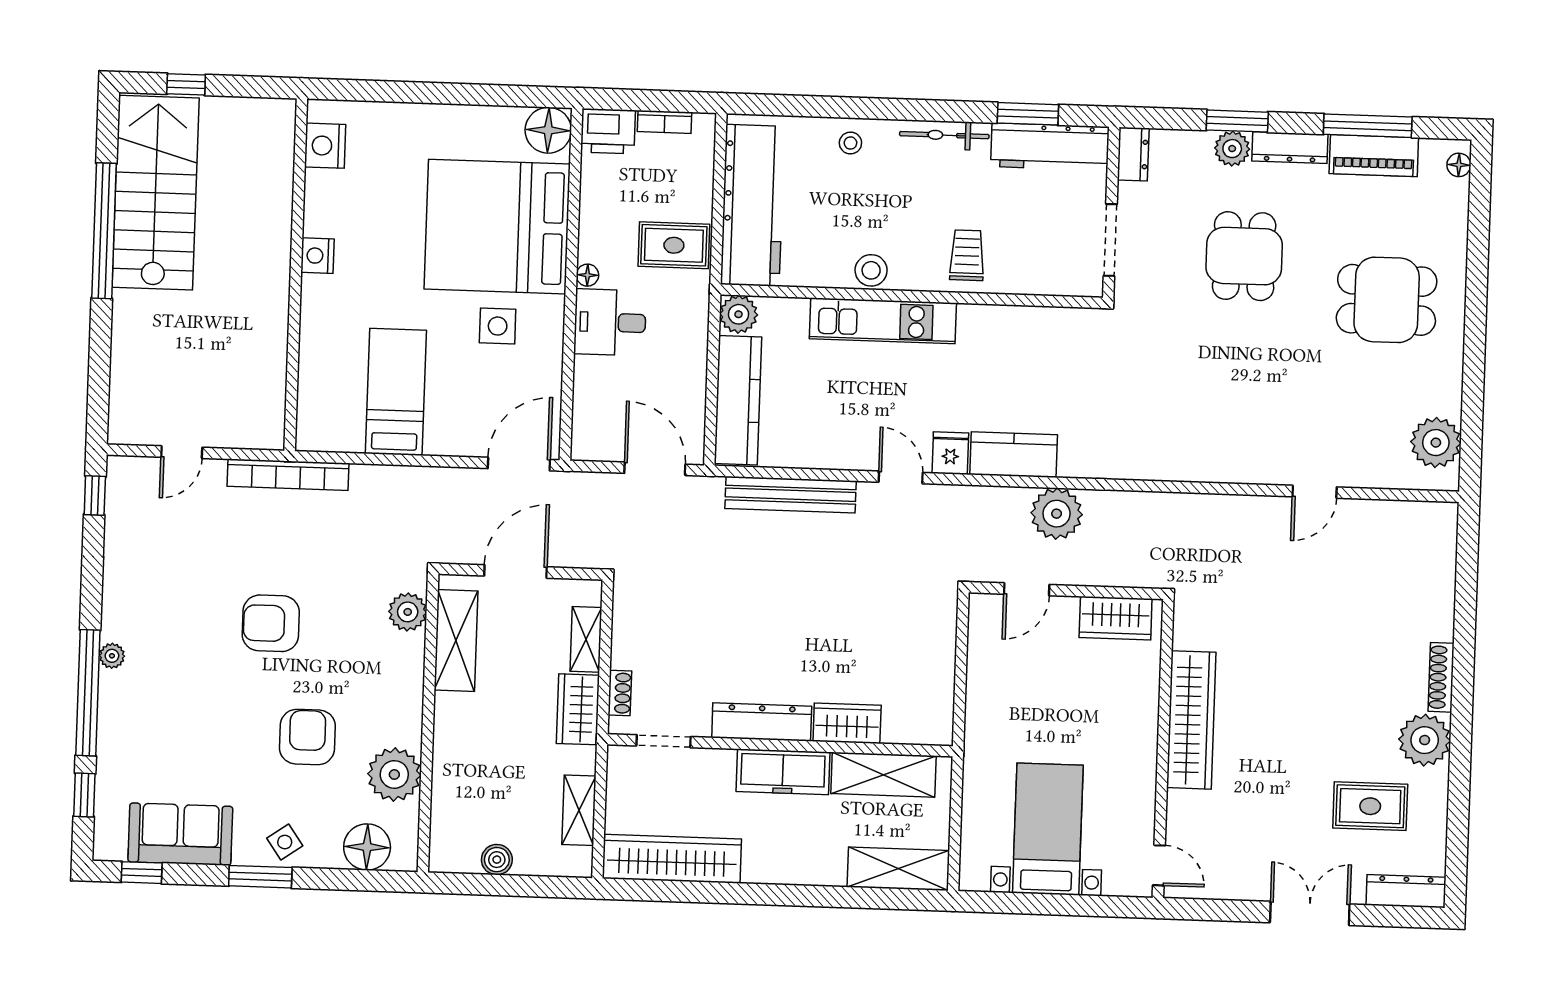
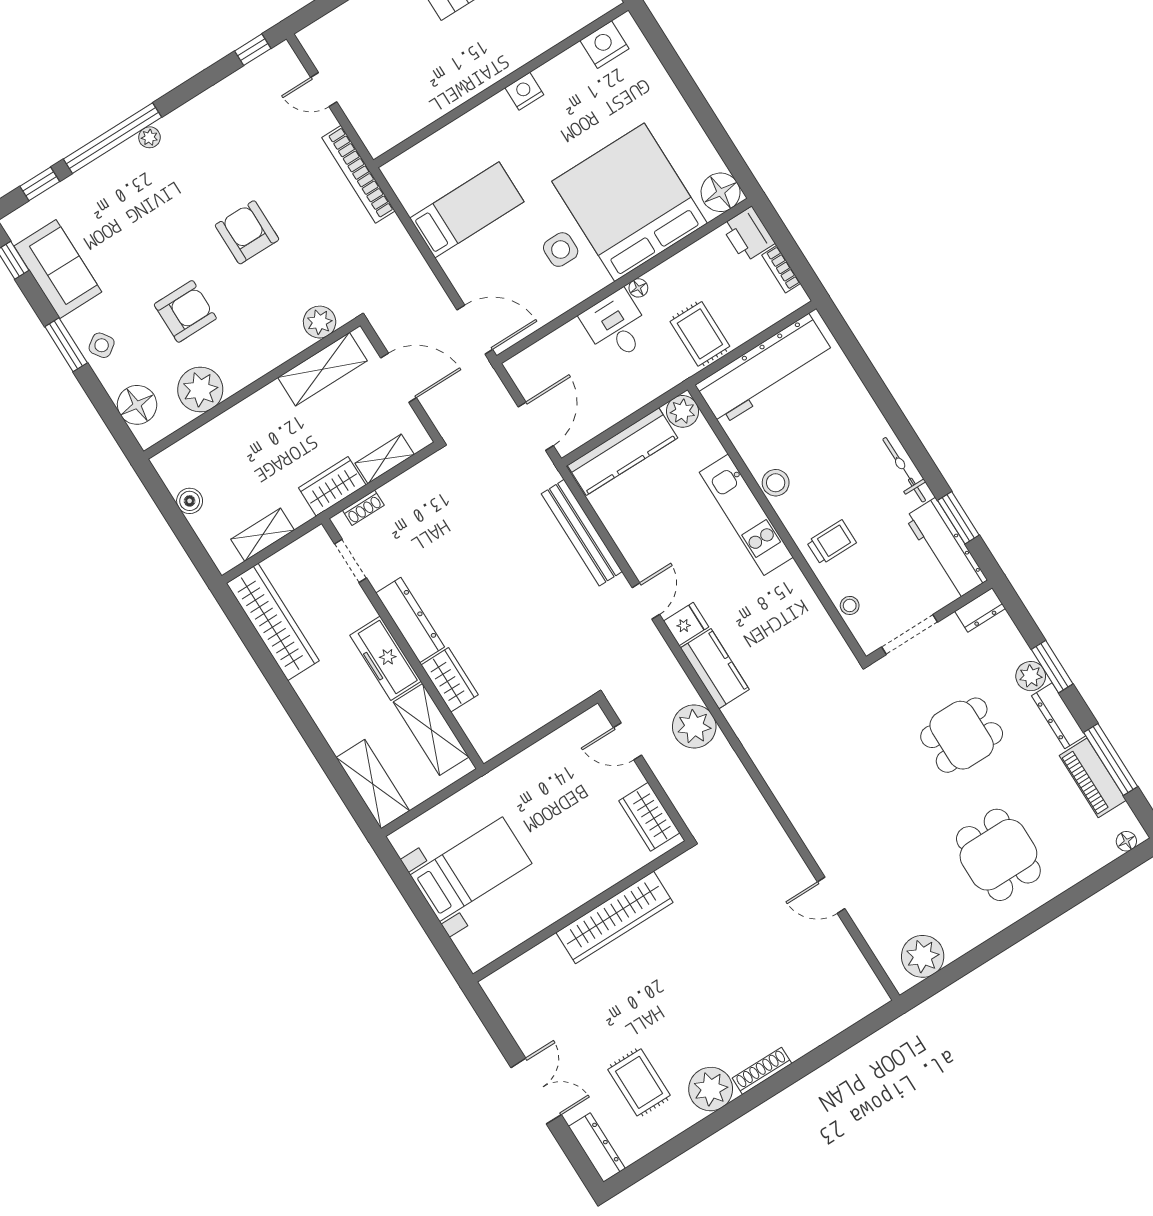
stool: (850, 143) -> (850, 605), moved
door: (1159, 865) -> (498, 964), removed

